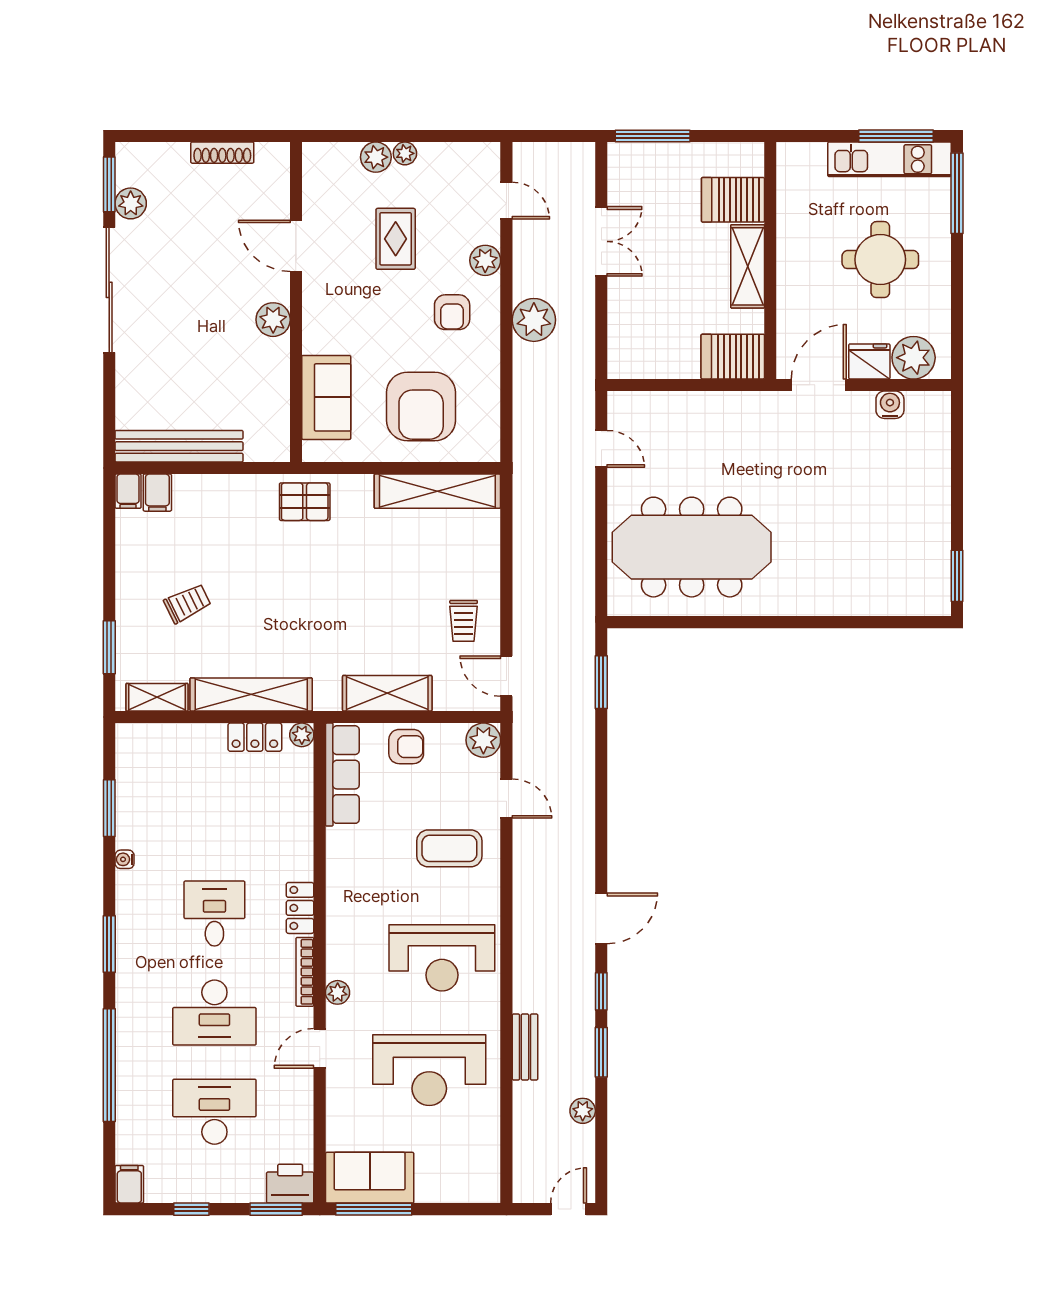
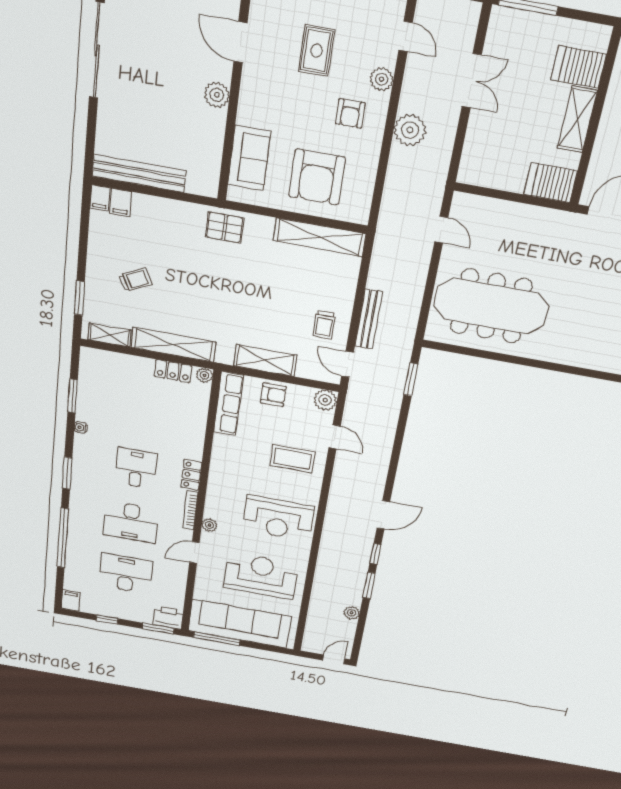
bench: (525, 1047) -> (369, 319), moved, width x1.36
reception desk: (429, 1070) -> (261, 576), turned 180
sofa: (370, 1178) -> (240, 624), width x1.85, depth x1.27

